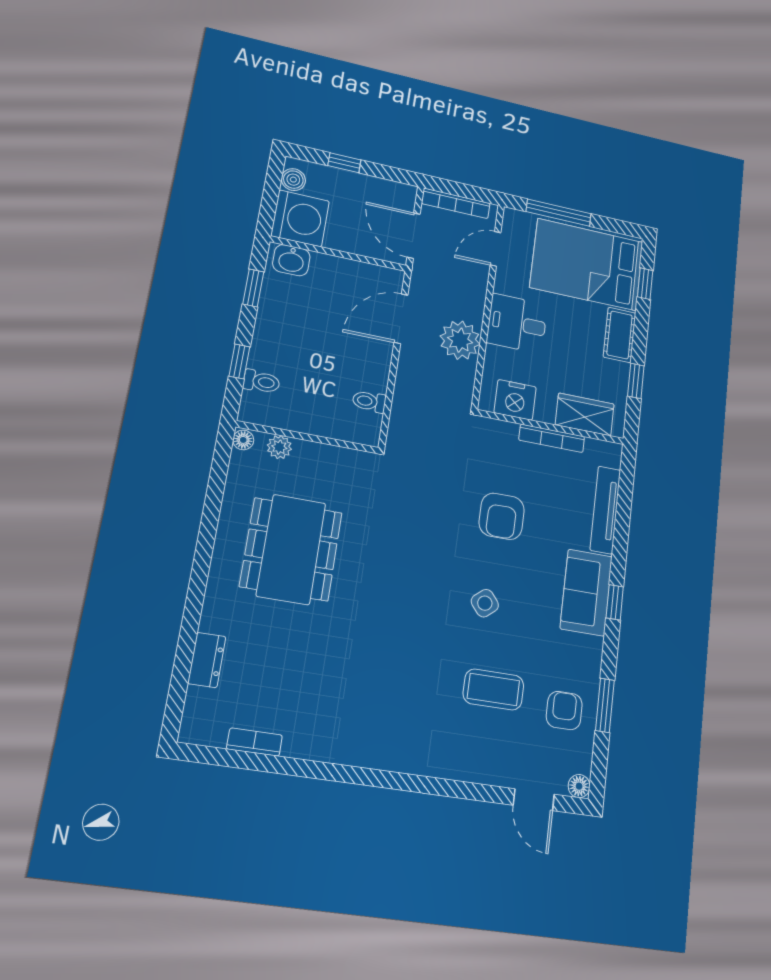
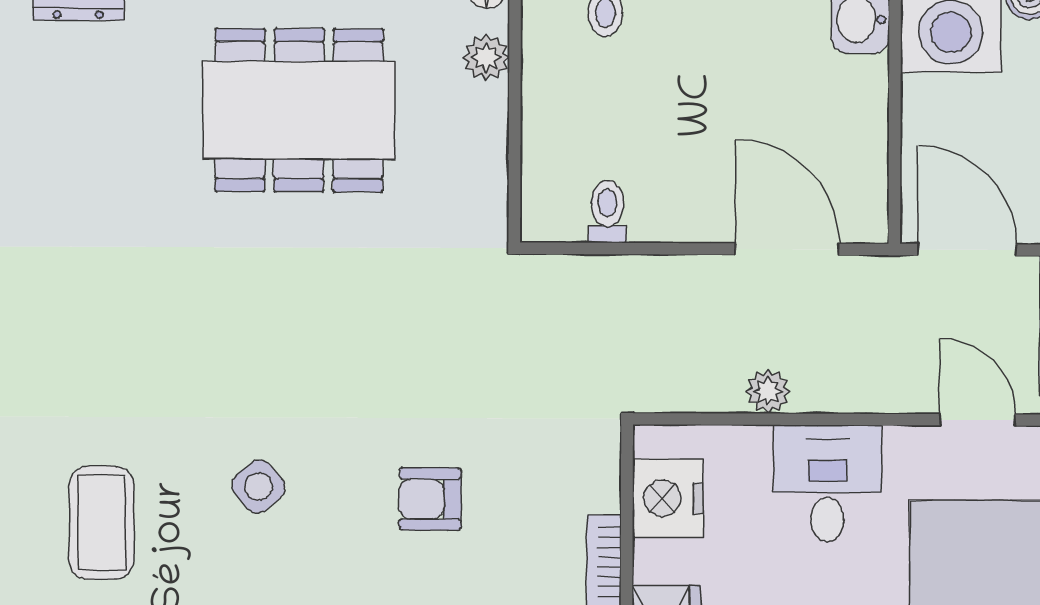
door: (414, 236) -> (967, 250), hinge flipped
plant: (460, 340) -> (768, 391), width x0.53, depth x0.53
armchair: (502, 516) -> (430, 499), width x0.72, depth x0.72

